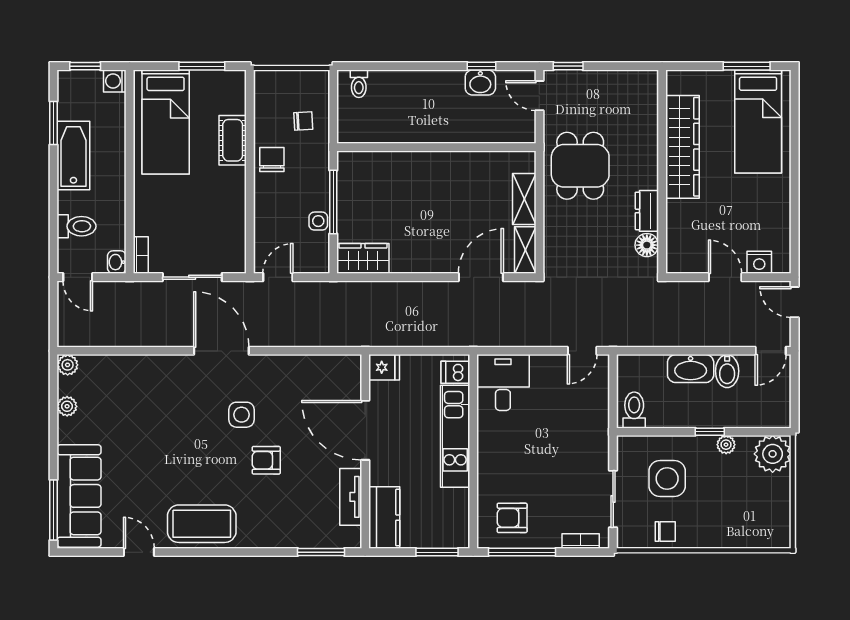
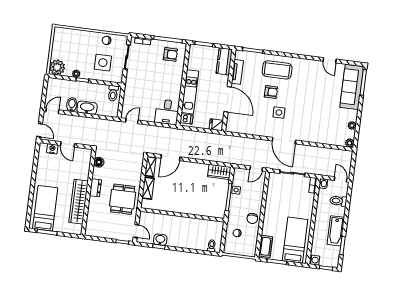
cot: (233, 140) -> (266, 246), moved
dresser: (647, 211) -> (95, 188), moved
coffee table: (202, 524) -> (277, 70), moved

